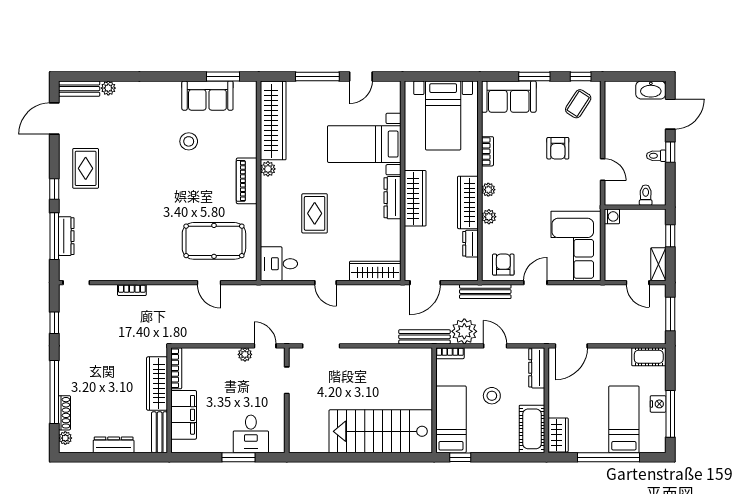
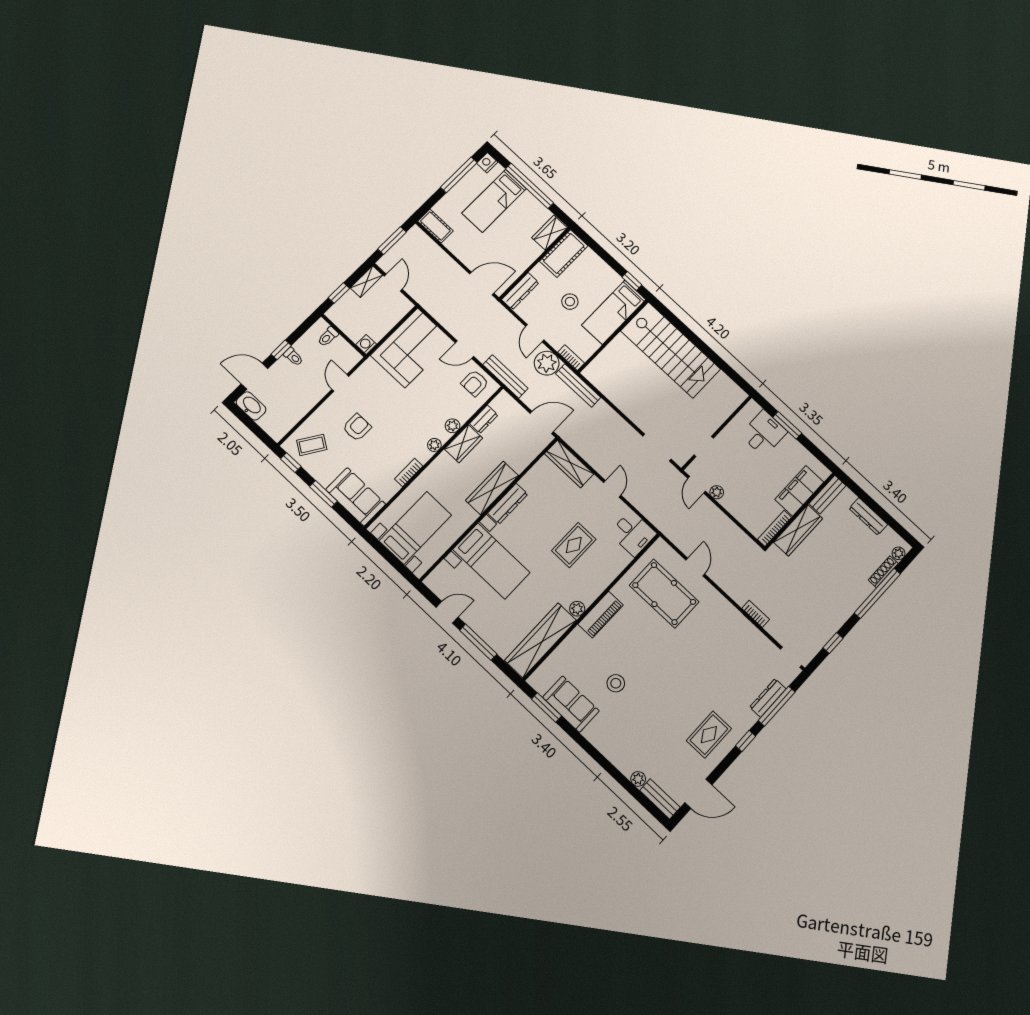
wardrobe: (468, 202) -> (464, 444), width x0.67
nightstand: (658, 404) -> (487, 163), moved

